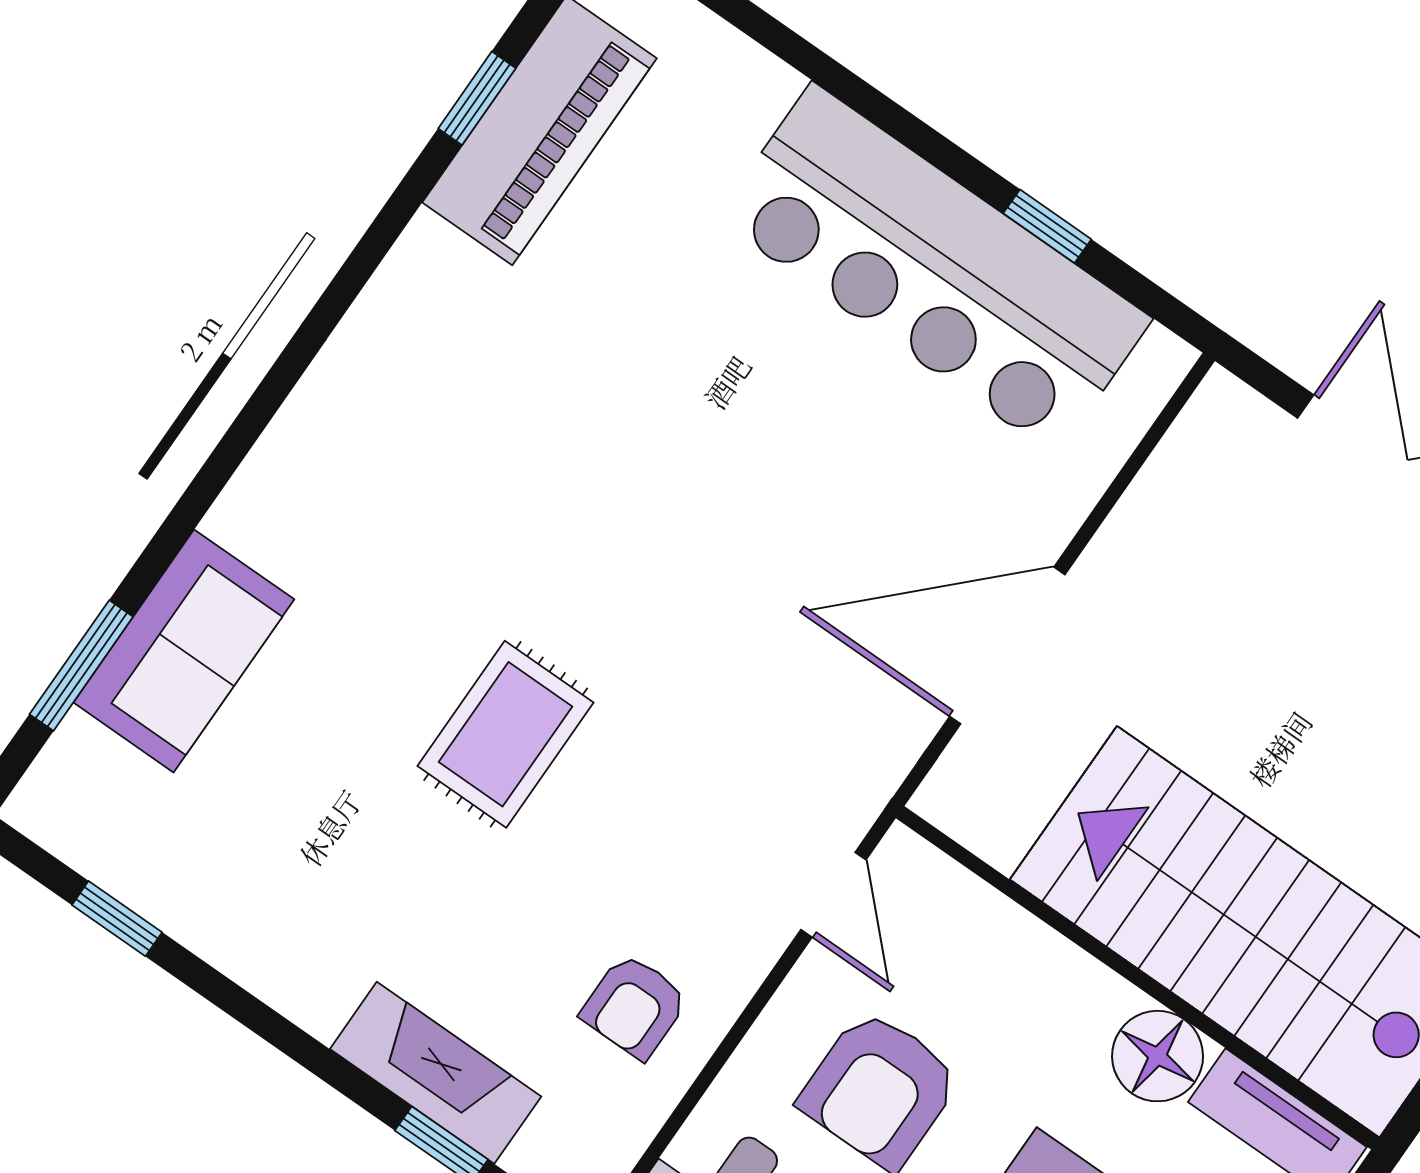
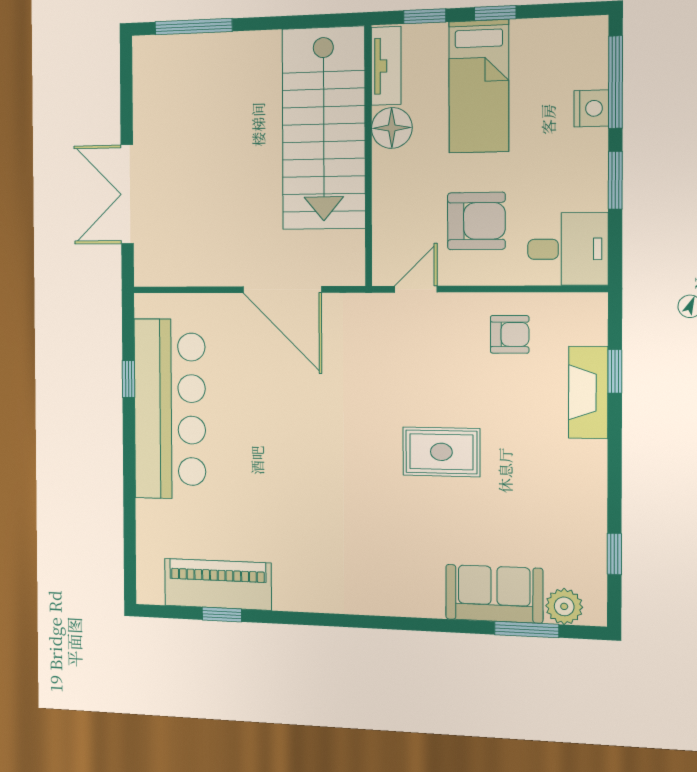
plant: (80, 763) -> (564, 606), added

